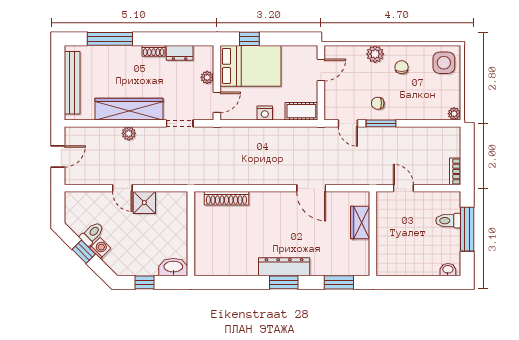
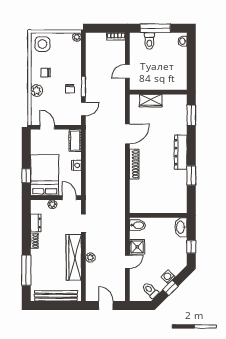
shoe rack: (226, 198) -> (134, 164), moved
bidet: (176, 203) -> (137, 225), added
toilet: (92, 234) -> (150, 290), moved
window: (284, 282) -> (191, 176), moved

